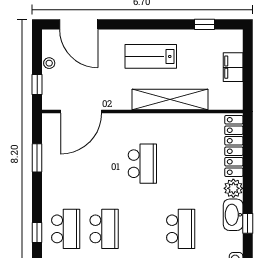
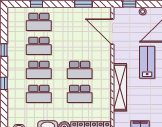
lab bench: (151, 56) -> (147, 62), moved
school desk: (181, 164) -> (80, 94), added
school desk: (142, 229) -> (39, 70), added

